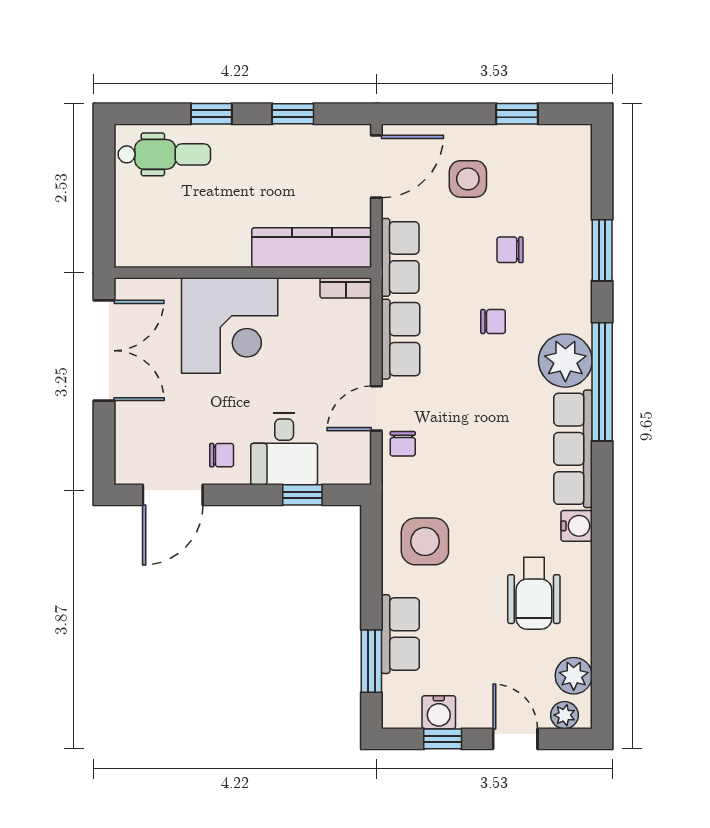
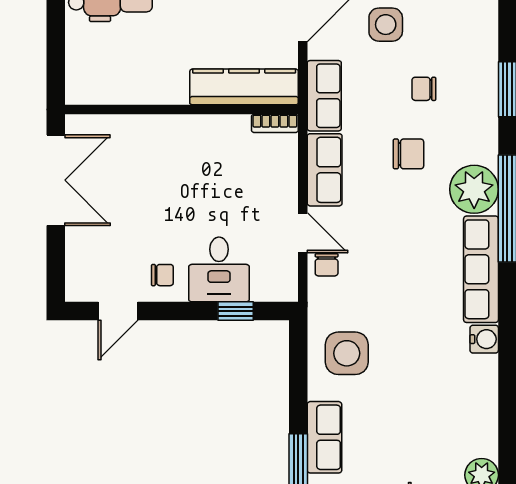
chair: (493, 322) -> (408, 154), width x1.37, depth x1.37
corner desk: (230, 325) -> (170, 157), removed
door: (376, 408) -> (303, 233), swing flipped
door: (173, 495) -> (118, 311), width x0.73
wheelchair: (534, 593) -> (446, 400), removed

